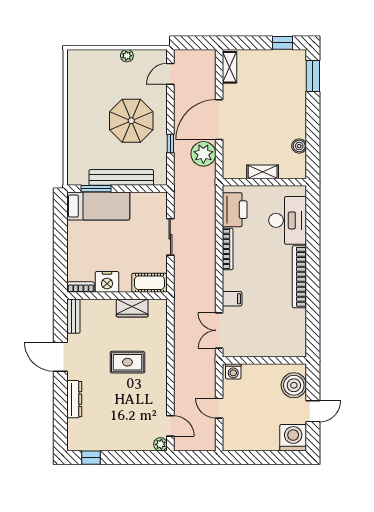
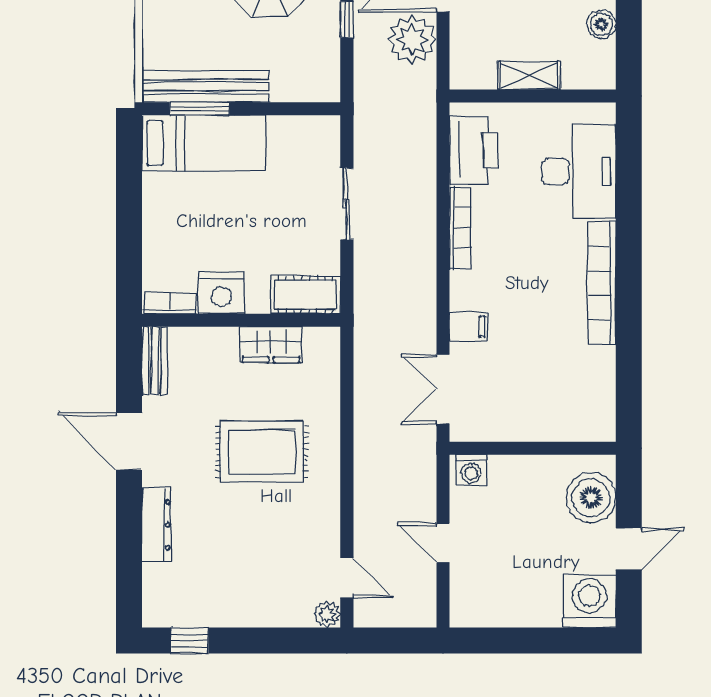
bench: (121, 177) -> (206, 87), moved
rug: (127, 362) -> (262, 452), width x1.36, depth x1.43

